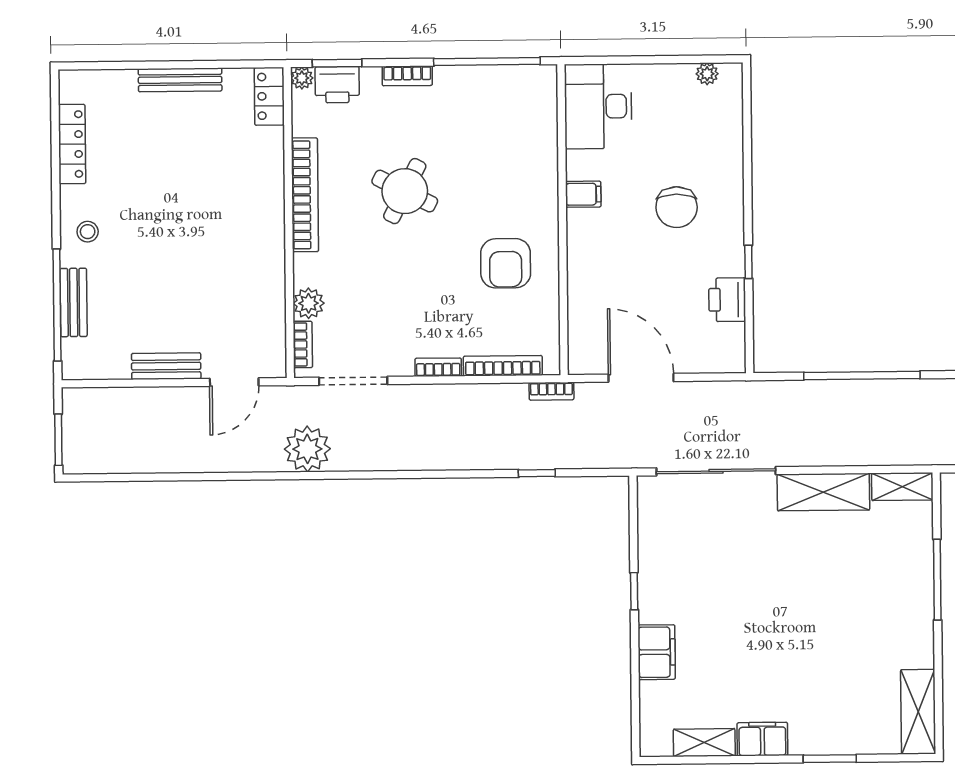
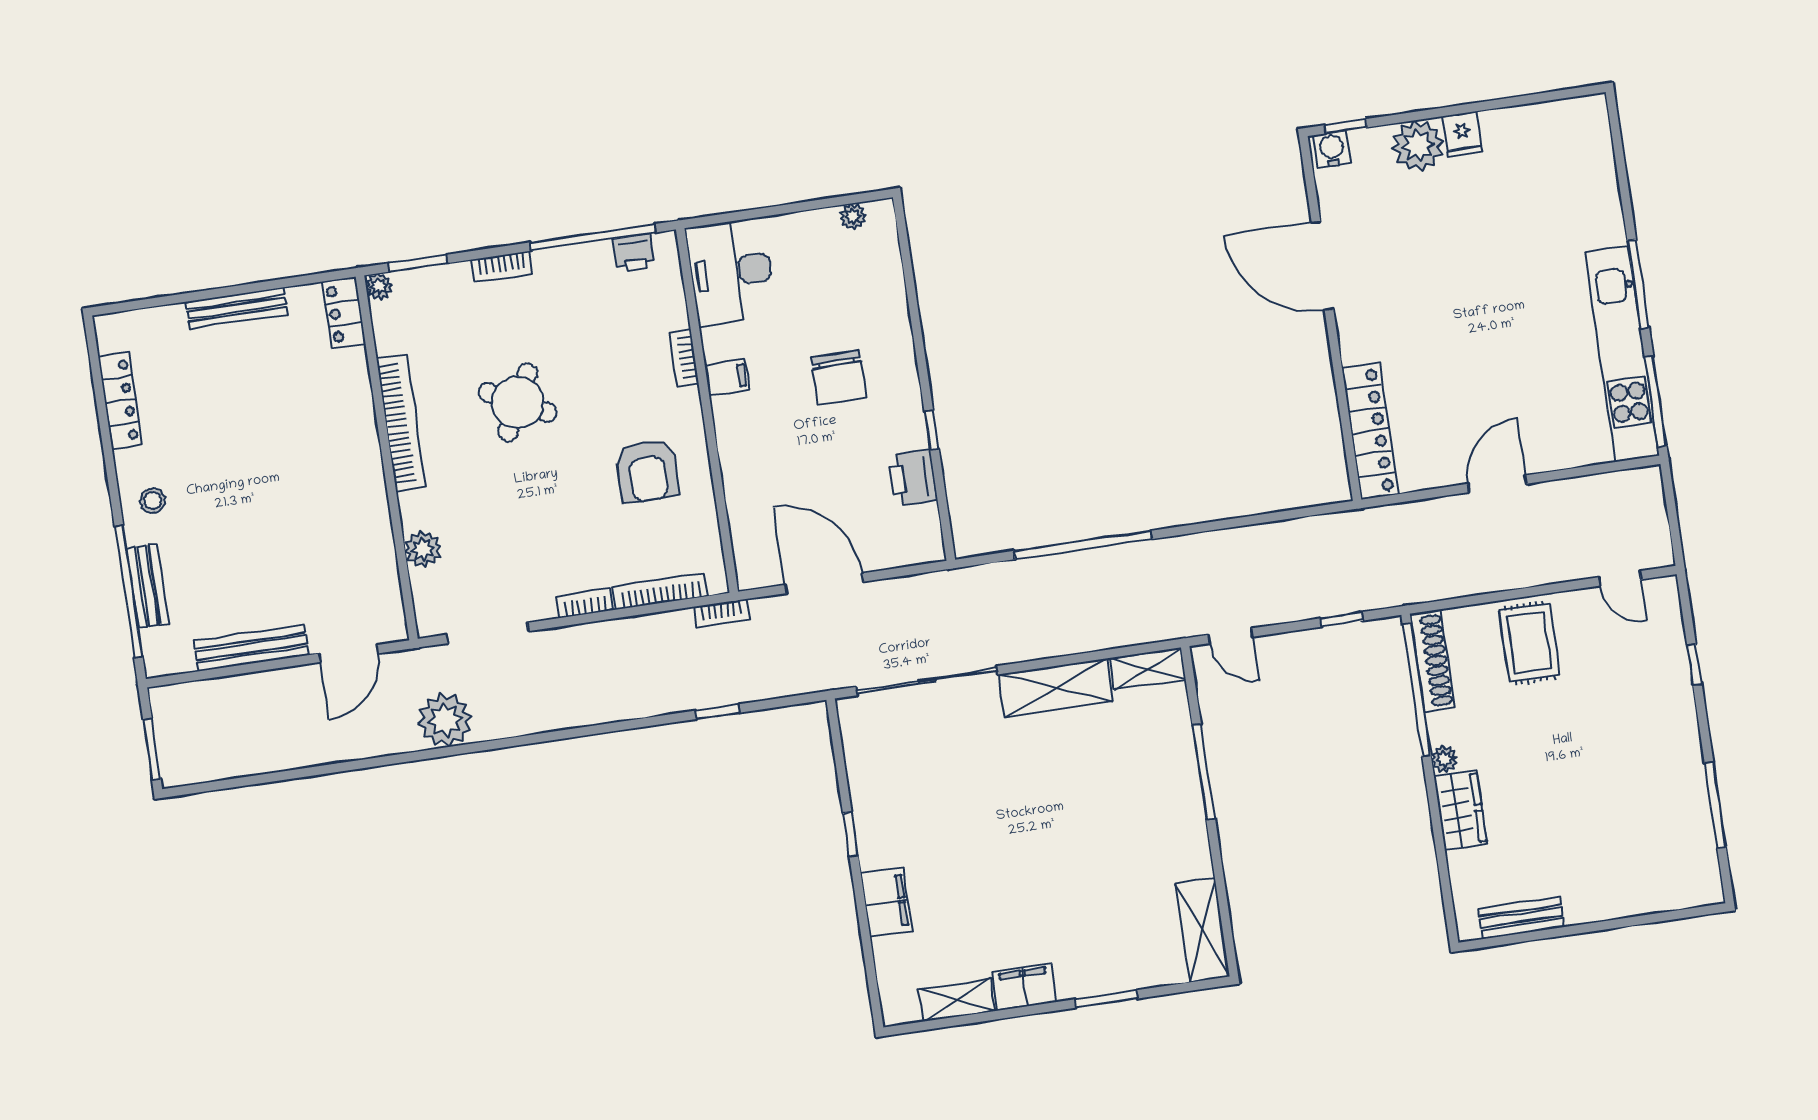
printer: (337, 85) -> (634, 253), moved, width x0.73, depth x0.81
bookcase: (303, 344) -> (684, 358), moved, turned 180
bench: (166, 366) -> (252, 648), width x1.36

